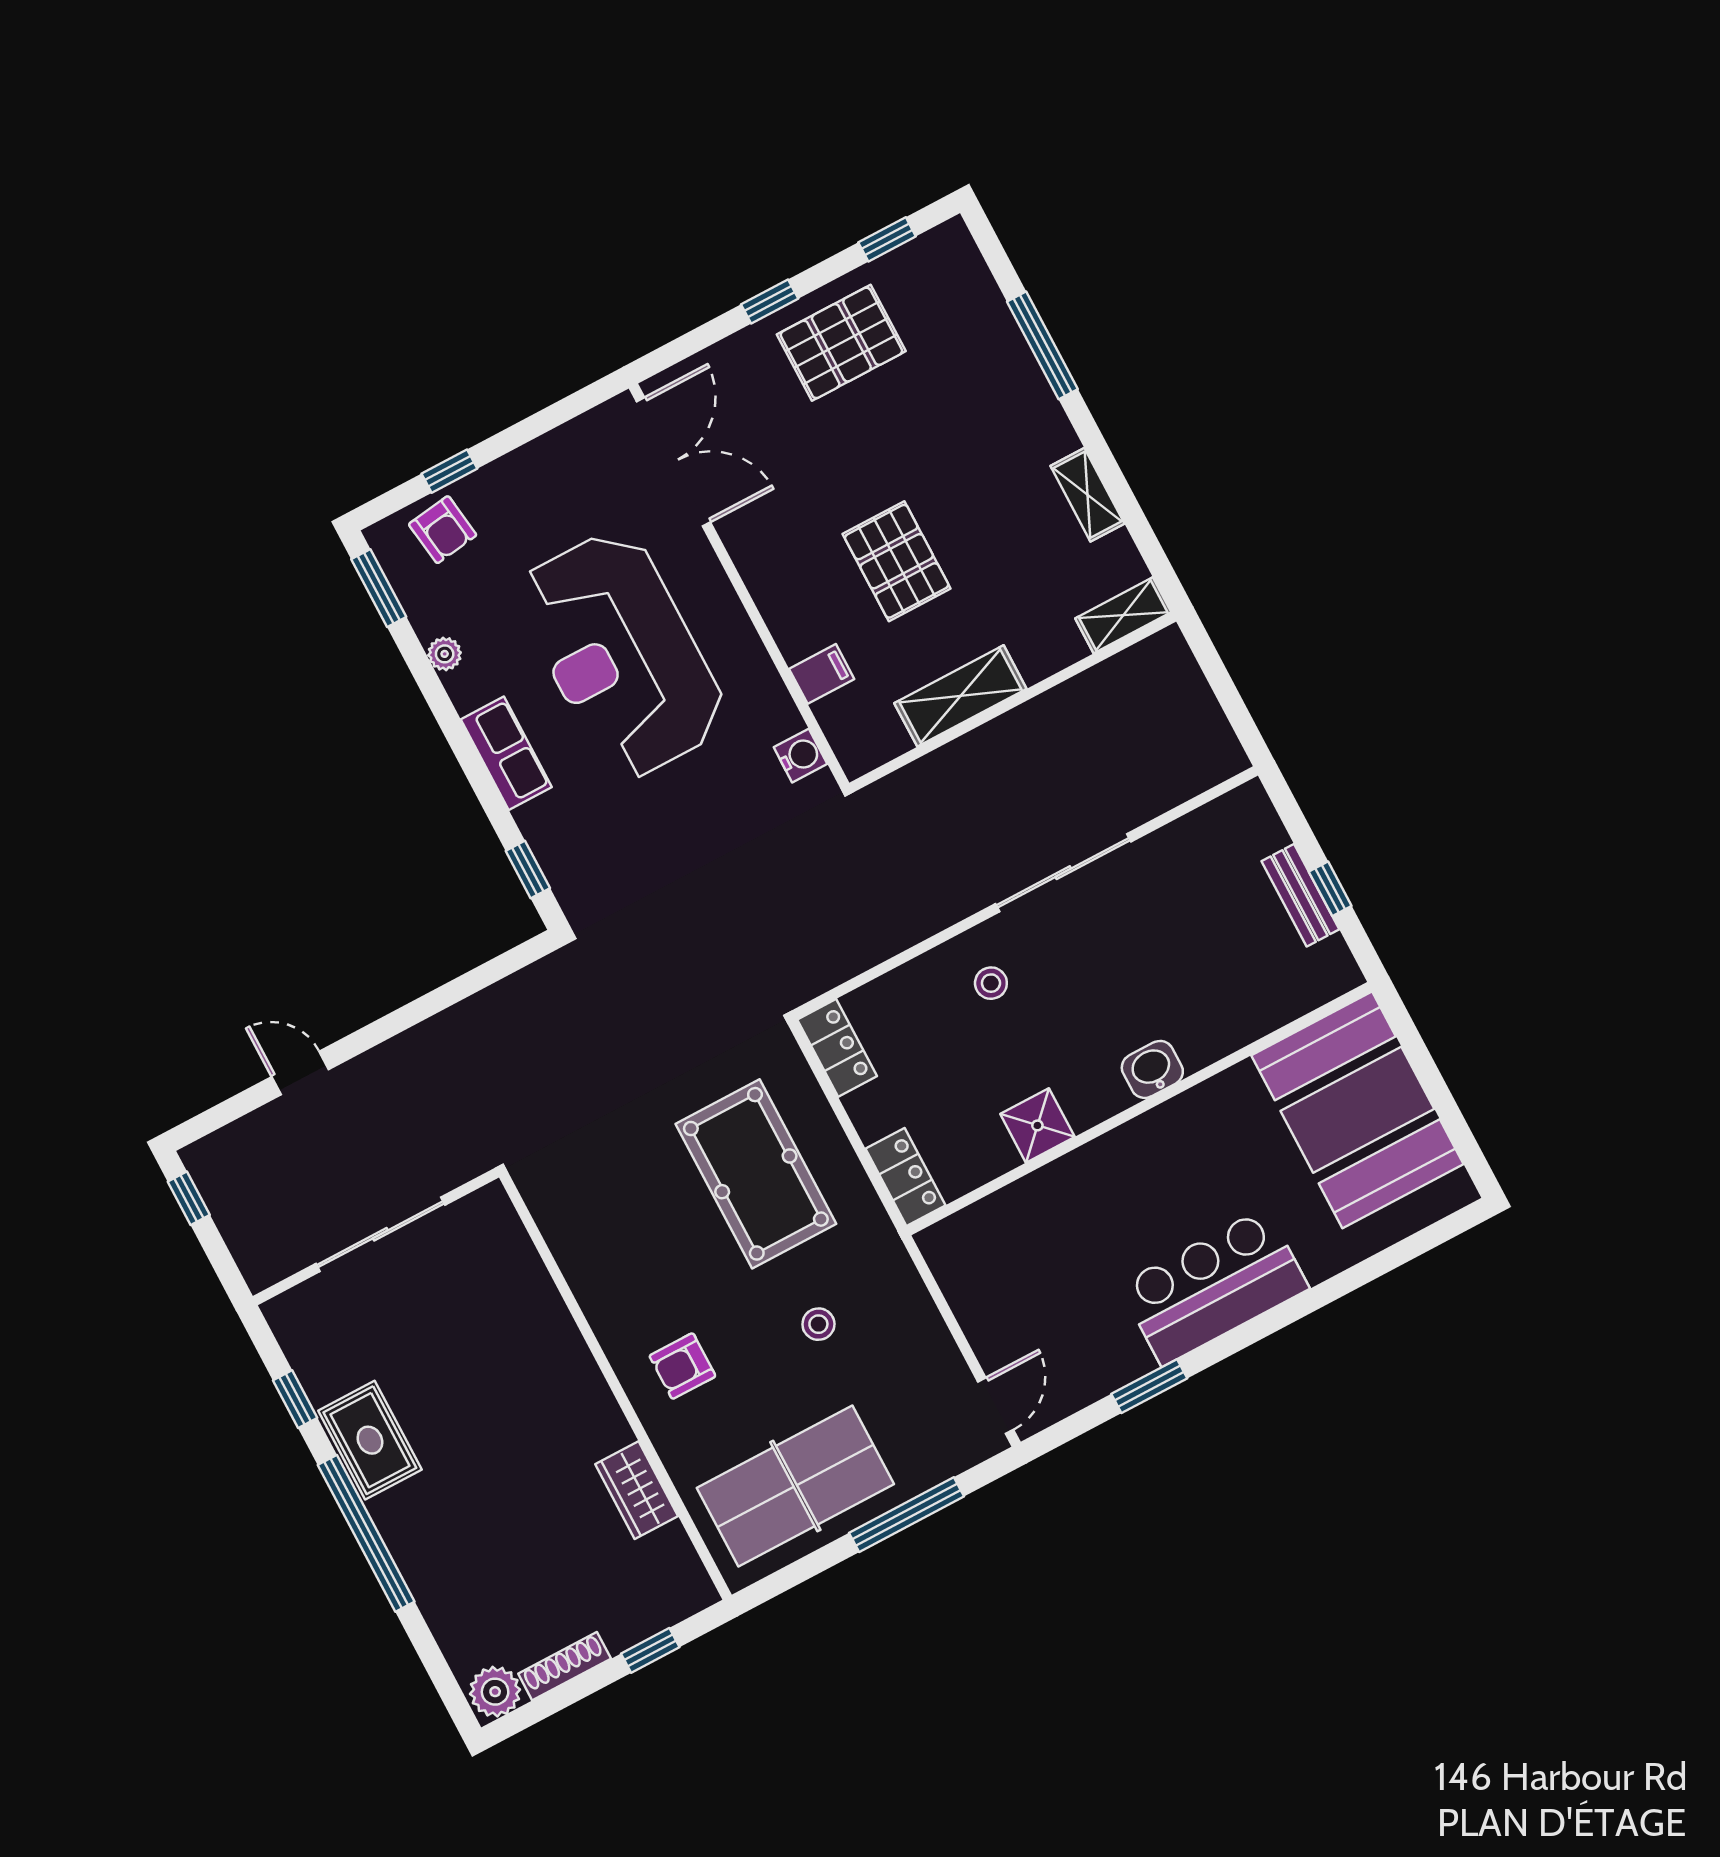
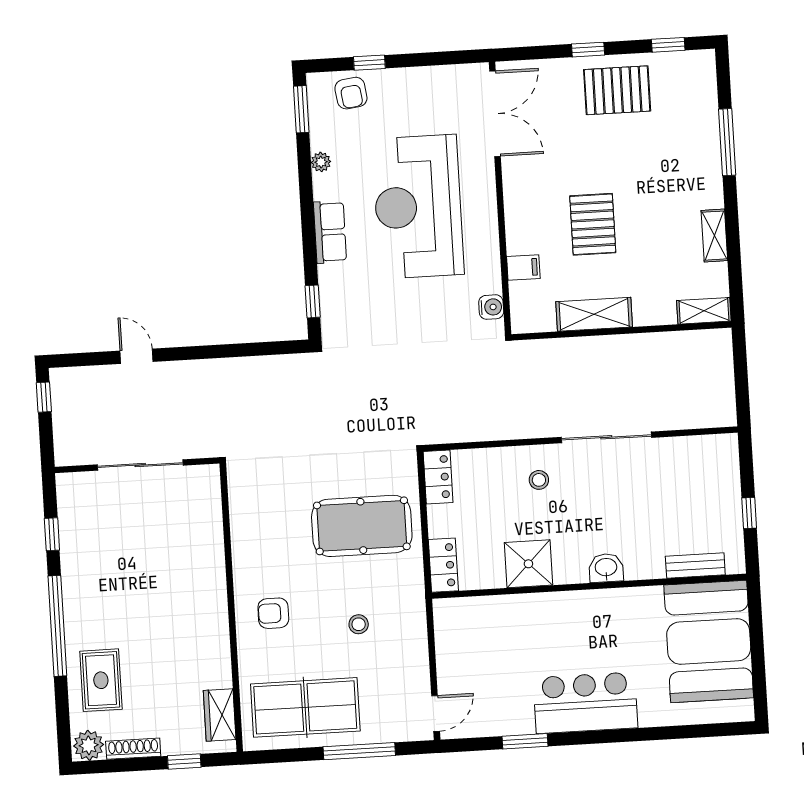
bench: (1300, 895) -> (695, 566), moved, turned 90
shower: (1037, 1125) -> (528, 564), width x1.36, depth x1.36
pool table: (756, 1174) -> (362, 526), turned 90
rug: (370, 1440) -> (101, 680), moved
wardrobe: (637, 1490) -> (220, 715), moved

